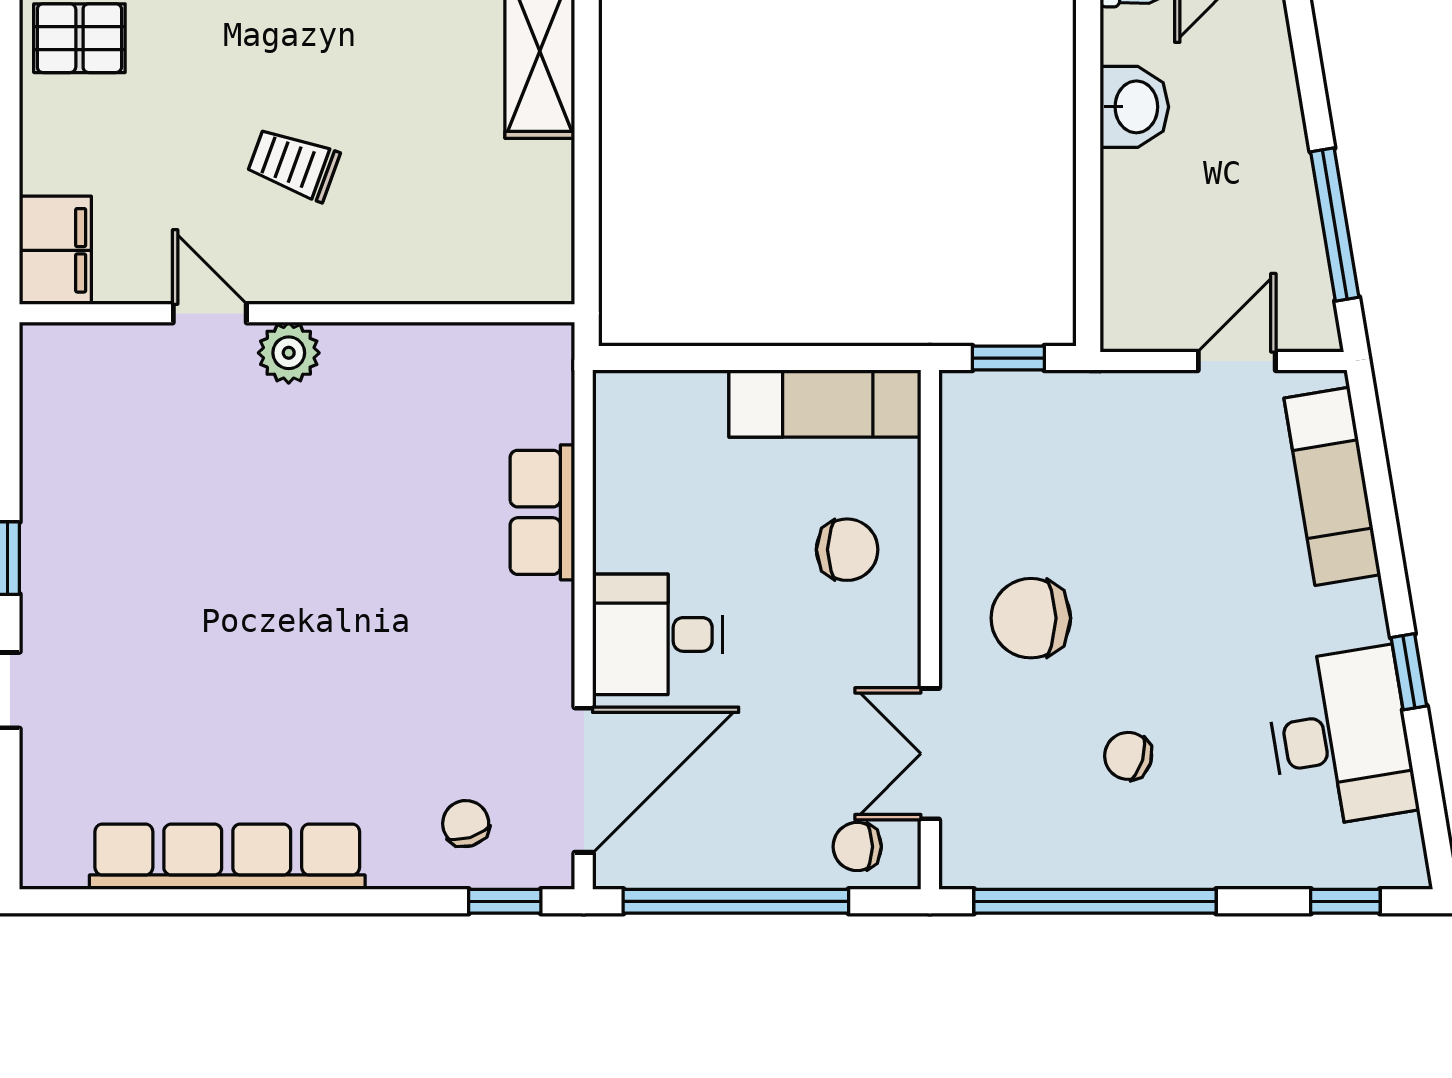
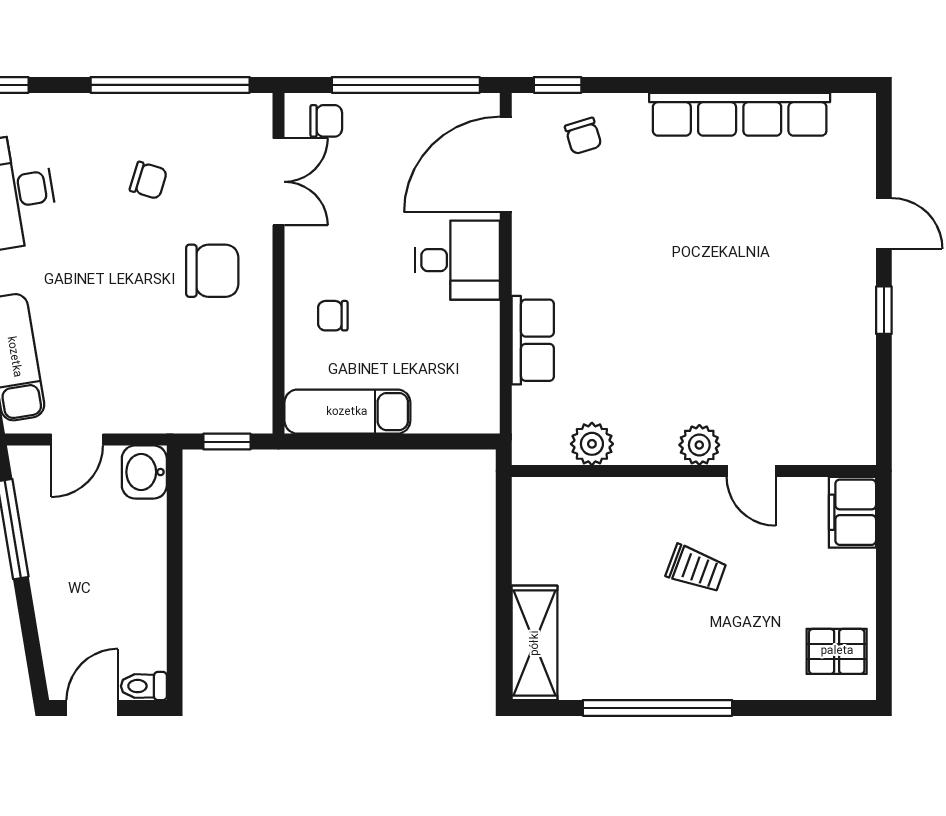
washbasin: (1134, 107) -> (144, 472), moved
plant: (452, 354) -> (592, 444), added
chair: (847, 550) -> (333, 316), width x0.73, depth x0.73

